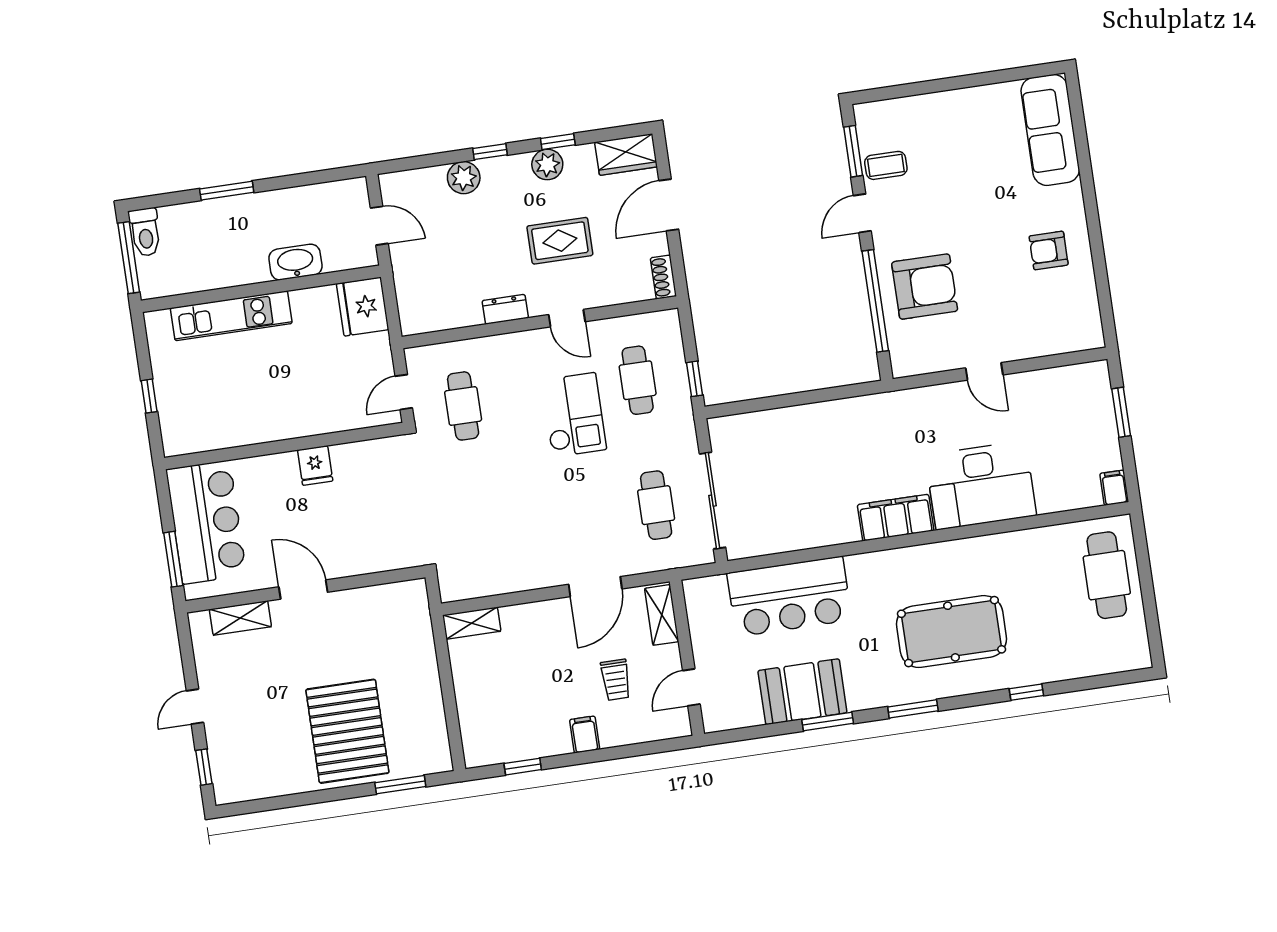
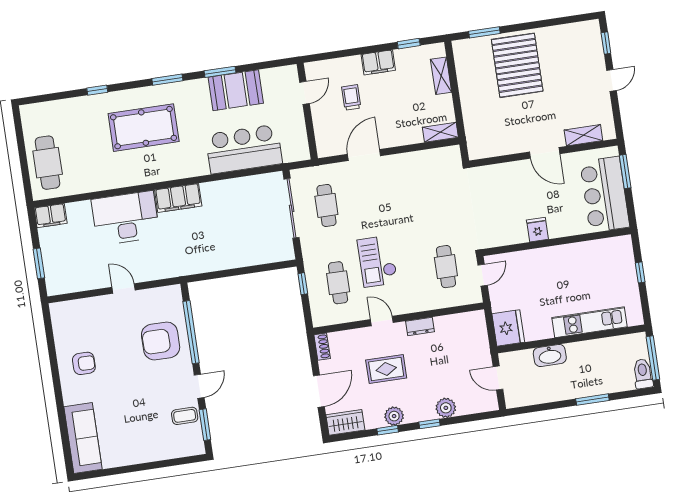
filing cabinet: (1114, 488) -> (51, 216), width x2.00
shelving: (662, 615) -> (441, 76), moved
filing cabinet: (585, 734) -> (378, 62), width x2.00

